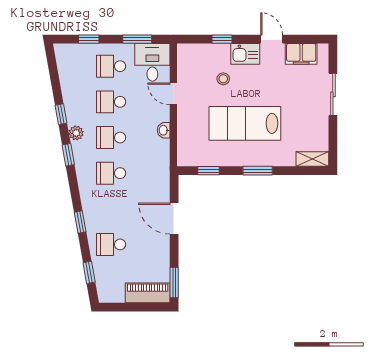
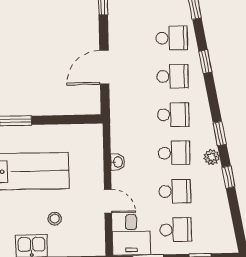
window: (209, 171) -> (68, 120), removed
school desk: (111, 209) -> (172, 76), added
door: (174, 219) -> (104, 67), swing flipped

